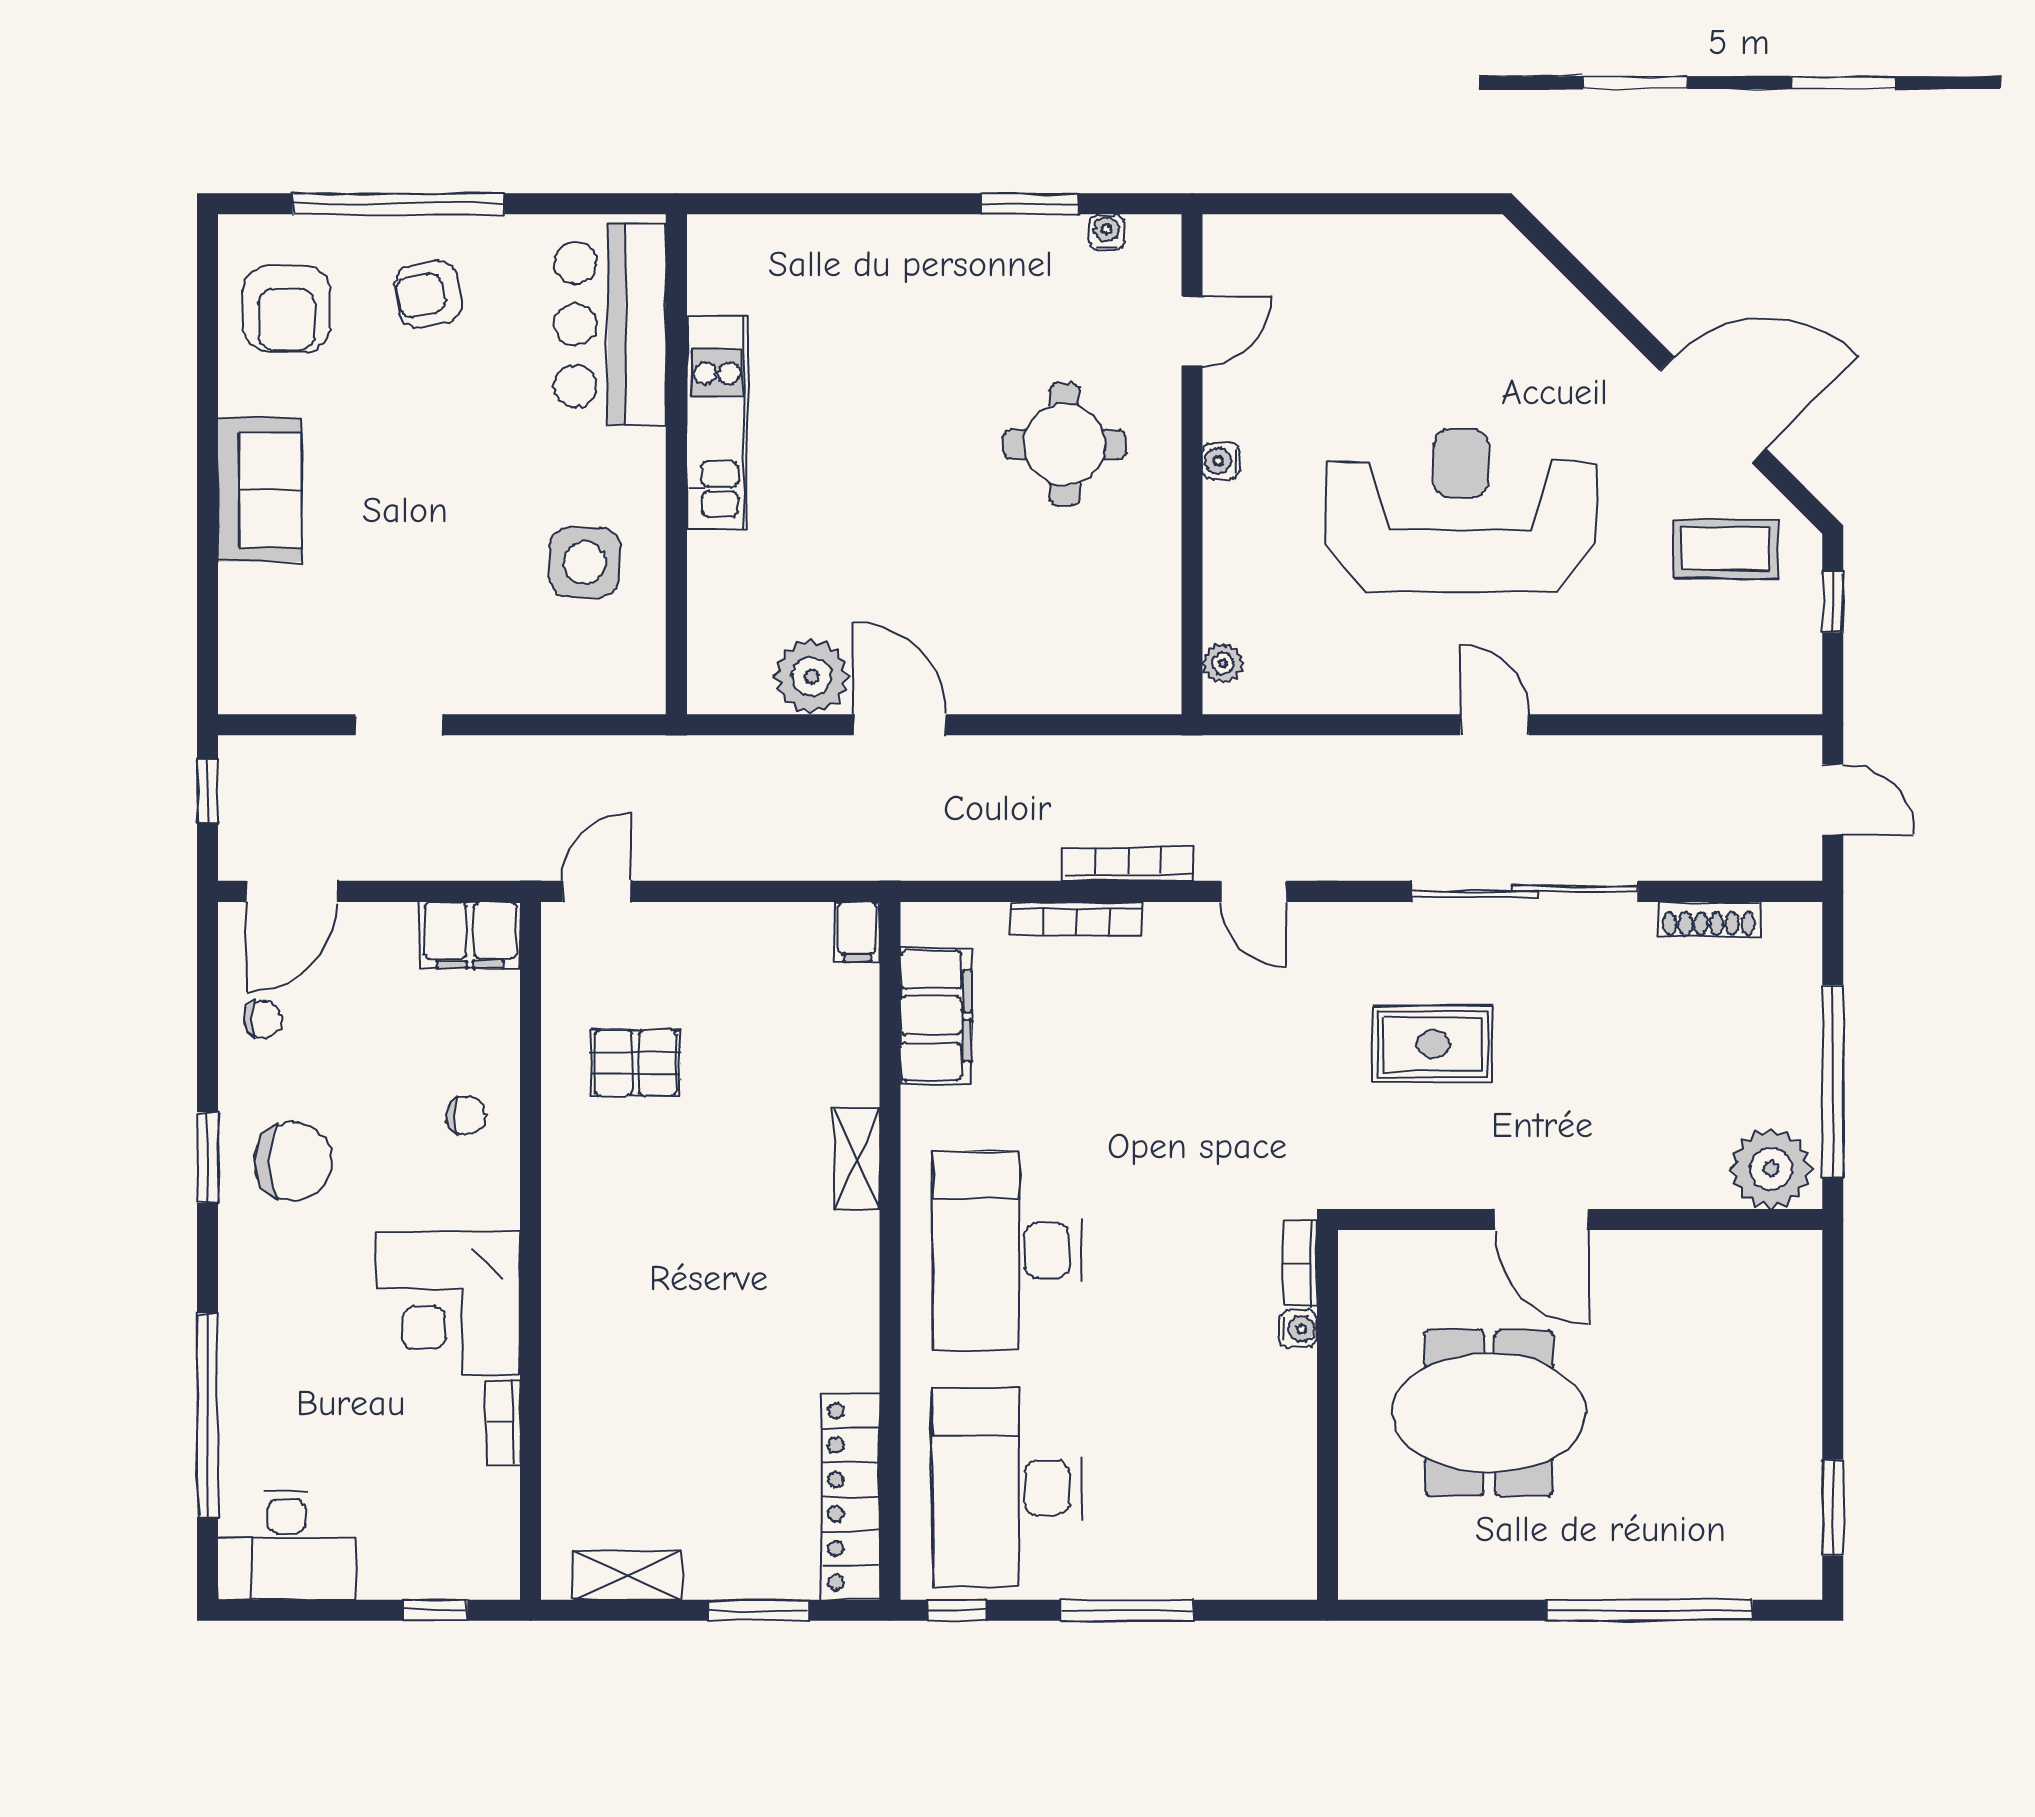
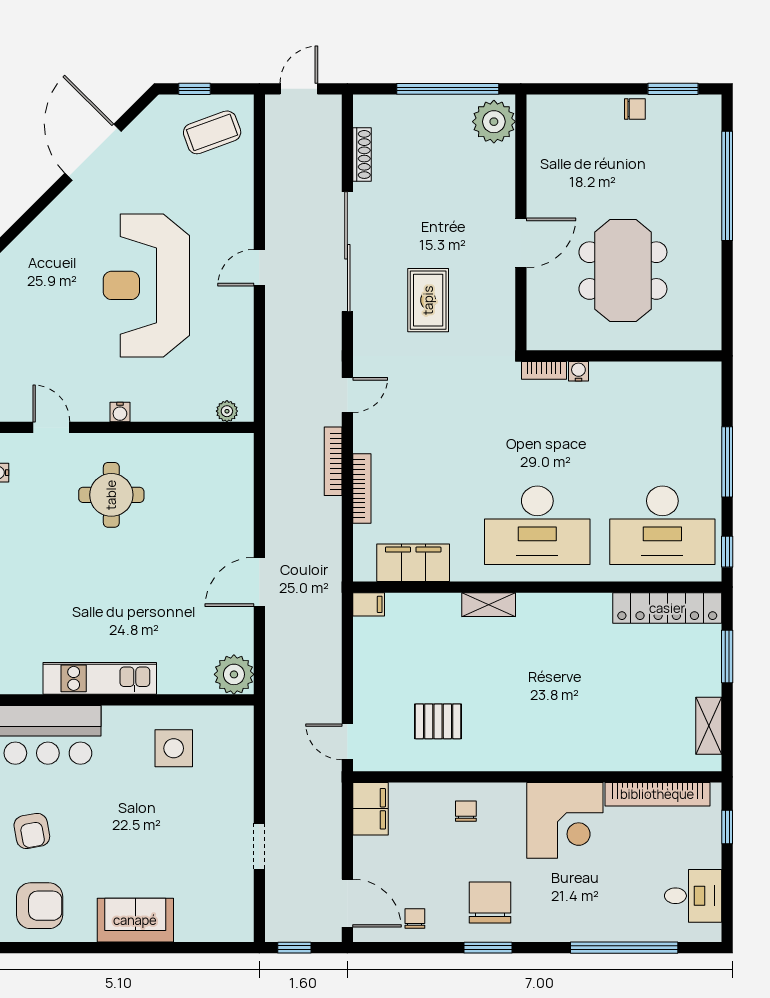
coffee table: (1725, 549) -> (212, 132), moved, turned 70
plant: (811, 677) -> (234, 674), moved
pallet: (636, 1063) -> (438, 721), turned 90
bookcase: (503, 1422) -> (657, 794), width x2.31, depth x1.31
chair: (1795, 1436) -> (635, 109), added
desk: (287, 1546) -> (693, 896), width x0.73

